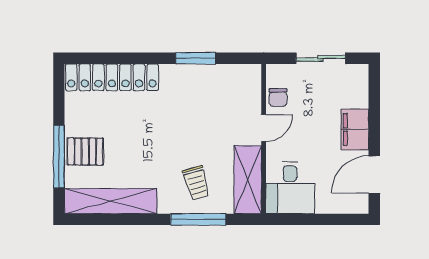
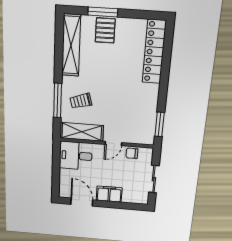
window: (196, 58) -> (160, 124), moved
door: (264, 128) -> (113, 144), hinge flipped
window: (59, 157) -> (103, 12), width x0.69

